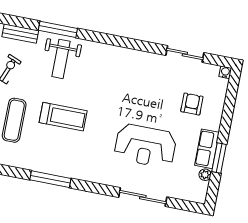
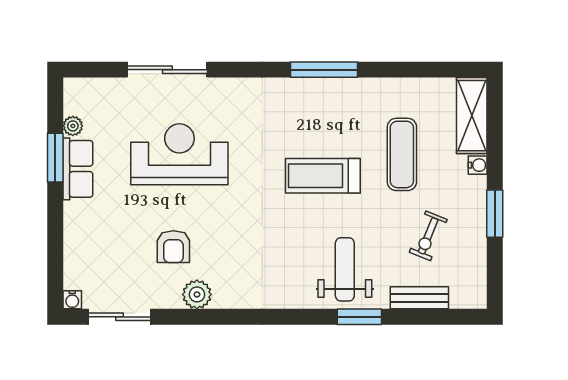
window: (58, 29) -> (359, 317), width x0.69
sliding door: (185, 54) -> (120, 317), moved
plant: (151, 61) -> (197, 294), added
armchair: (192, 104) -> (173, 247), moved

